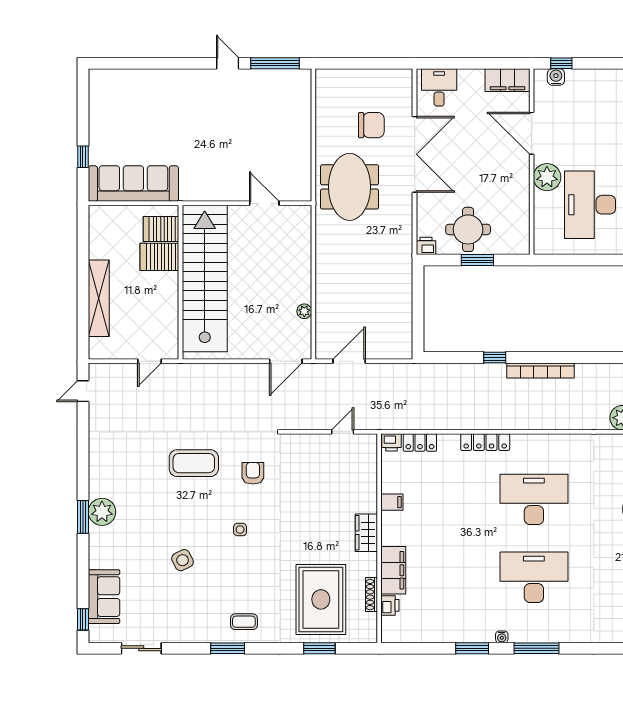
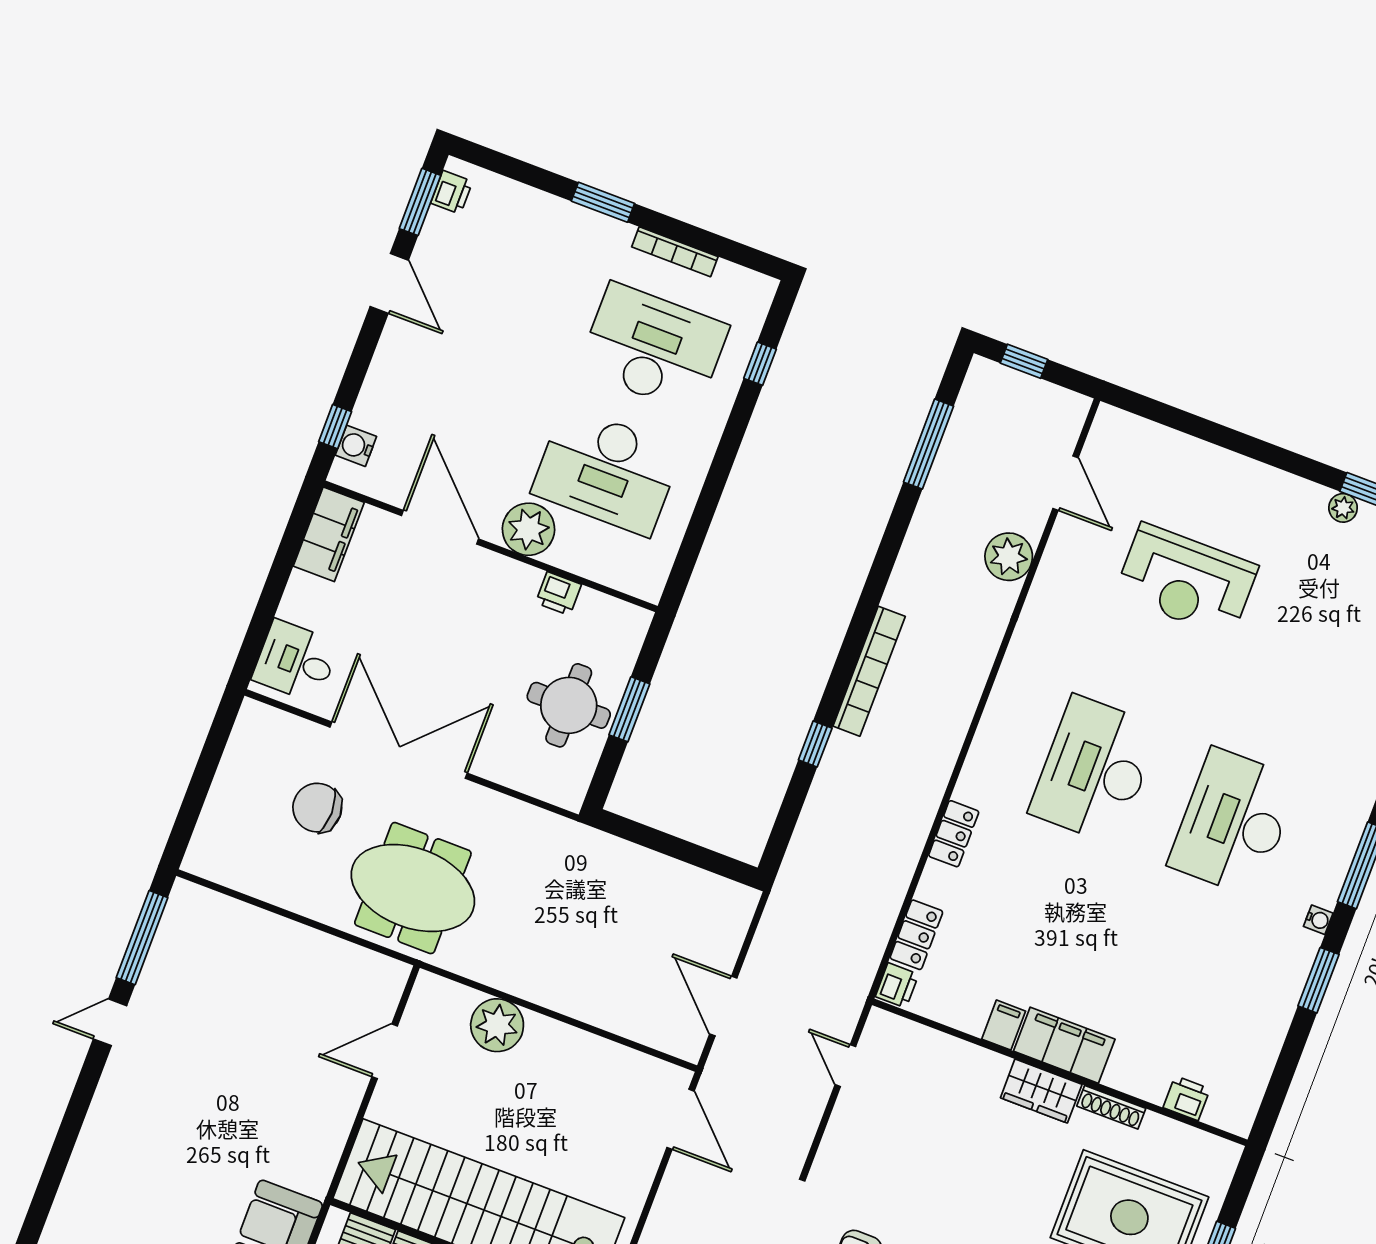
chair: (371, 125) -> (317, 808), turned -90
door: (532, 133) -> (440, 527), swing flipped
printer: (426, 246) -> (559, 594), moved, turned -90
plant: (304, 311) -> (497, 1025), moved, width x1.88, depth x1.88
locker: (485, 442) -> (954, 834), width x0.66
filing cabinet: (393, 570) -> (1064, 1045), moved
shoe rack: (371, 594) -> (1111, 1107), moved

